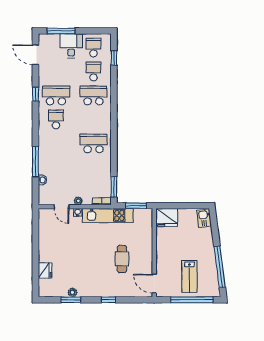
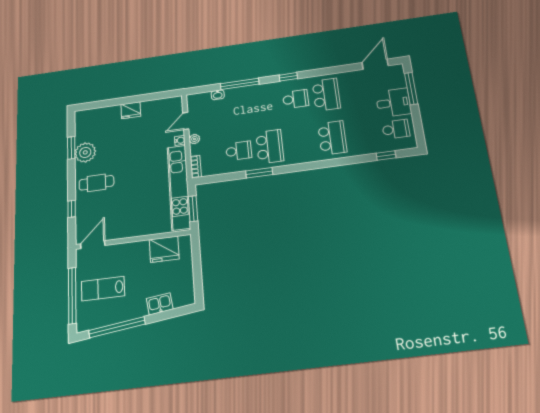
school desk: (93, 71) -> (239, 151), moved
window: (36, 94) -> (288, 77), moved
window: (114, 187) -> (259, 173), moved
kitchen unit: (108, 216) -> (179, 187), width x1.36
fridge: (167, 218) -> (164, 249), moved, turned -90
kitchen sink: (204, 218) -> (160, 304), moved
cafe table: (122, 259) -> (96, 183), moved
fridge: (45, 271) -> (131, 110), moved
plant: (73, 292) -> (85, 152), width x1.88, depth x1.88
window: (108, 300) -> (72, 209), moved

